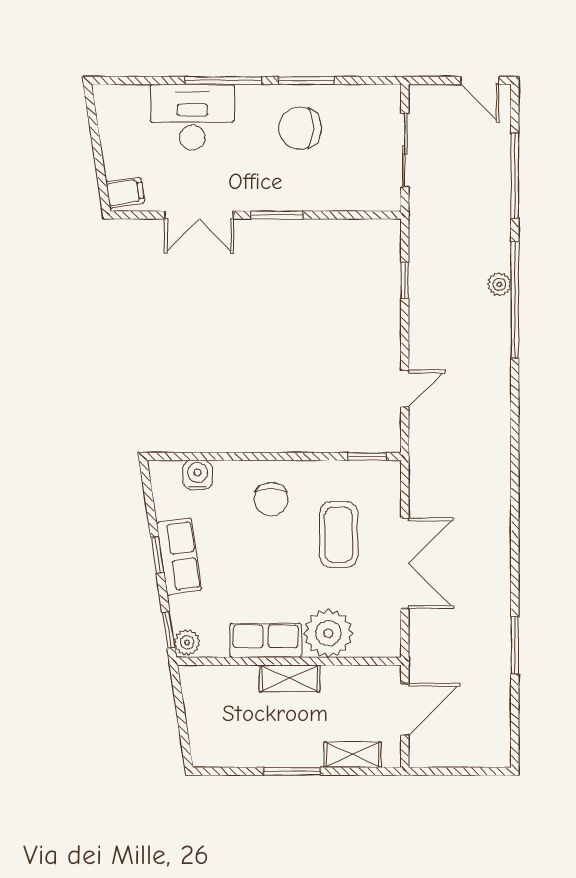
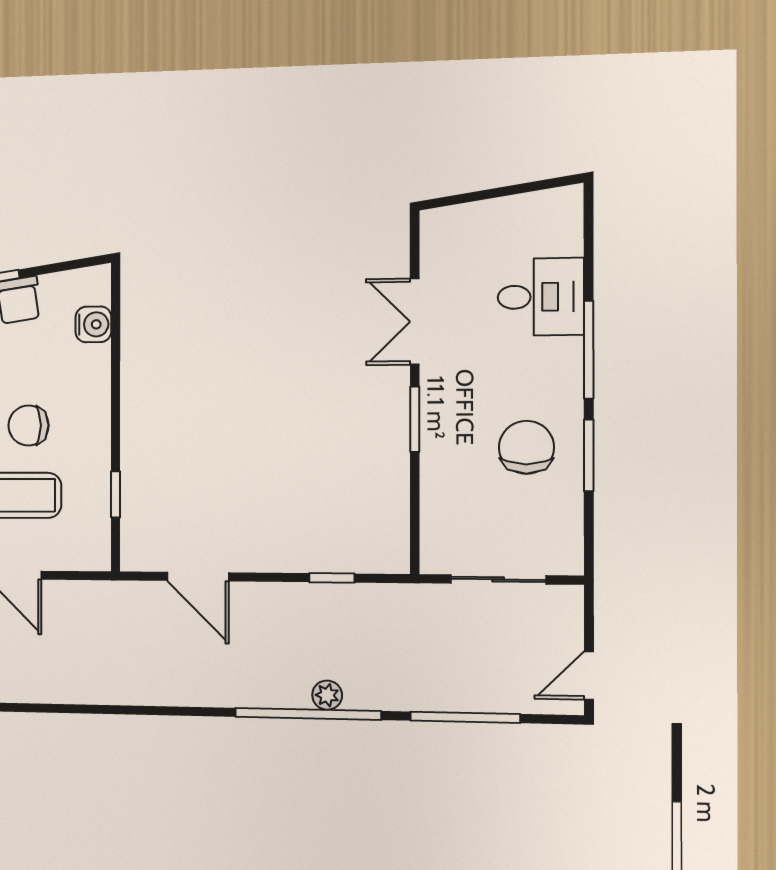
desk: (192, 117) -> (541, 297), width x0.73
filing cabinet: (125, 193) -> (443, 229), removed
door: (405, 389) -> (198, 577), width x1.38
window: (367, 456) -> (115, 494), moved
chair: (271, 499) -> (28, 425), moved

